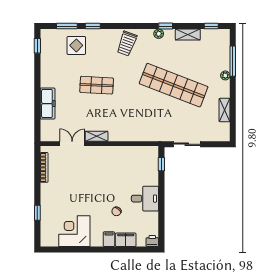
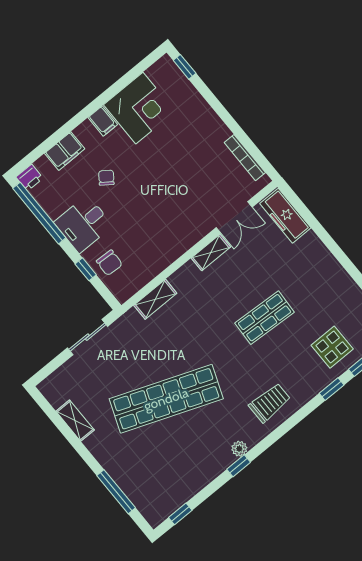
shelving: (188, 35) -> (155, 299), moved
trolley: (127, 43) -> (270, 403), turned 70
plant: (225, 75) -> (110, 465), removed
freezer: (48, 104) -> (285, 216), moved
window: (161, 164) -> (86, 269), moved
chair: (148, 170) -> (109, 263), added
window: (37, 213) -> (185, 67), moved
window: (161, 221) -> (39, 213), added
filing cabinet: (109, 239) -> (103, 121), moved

